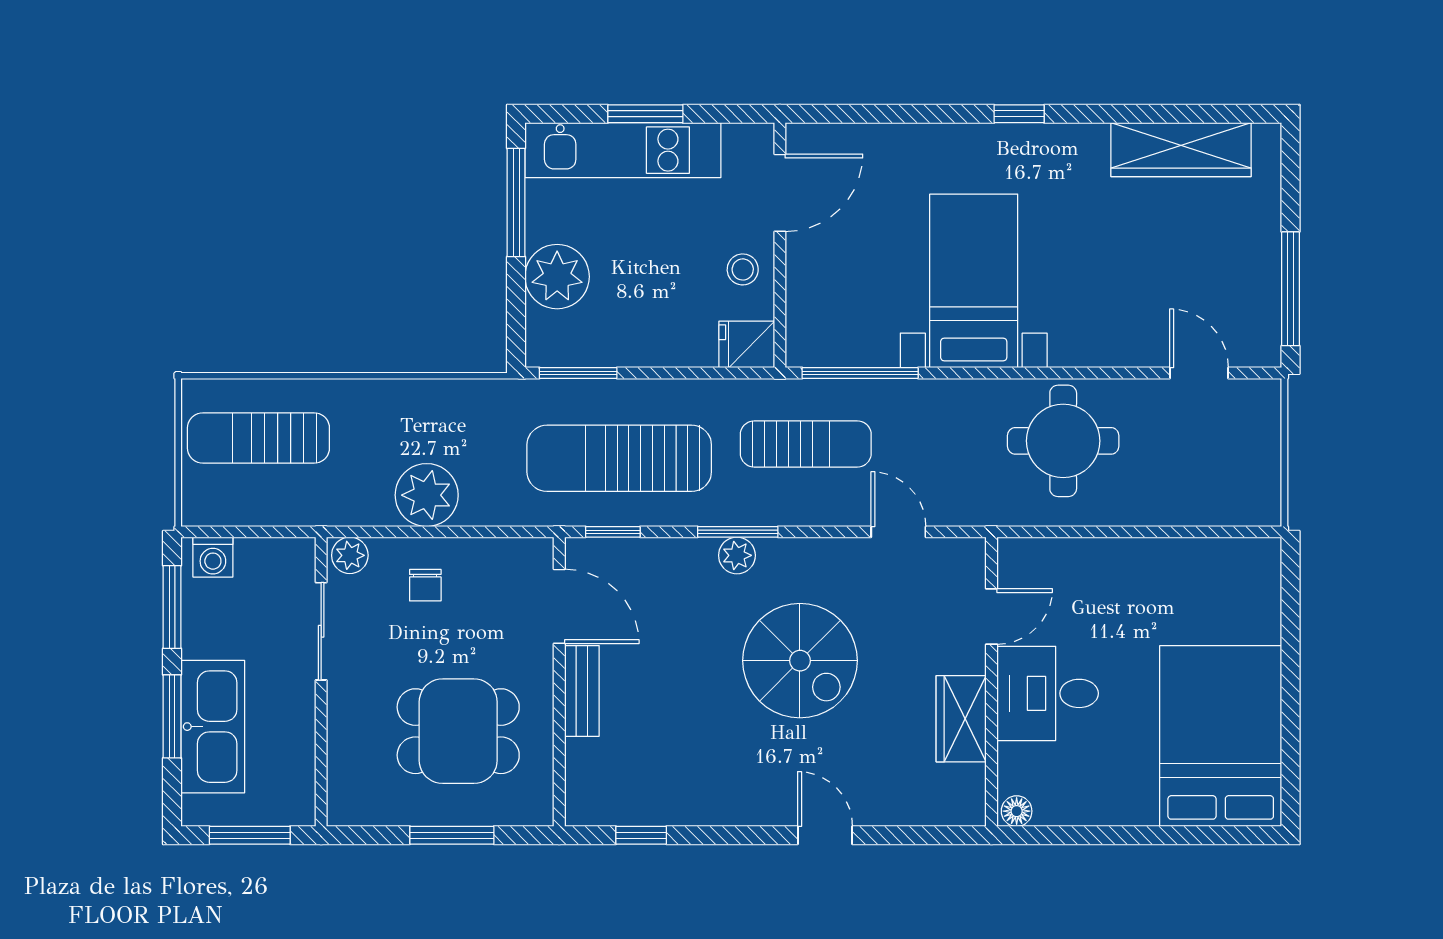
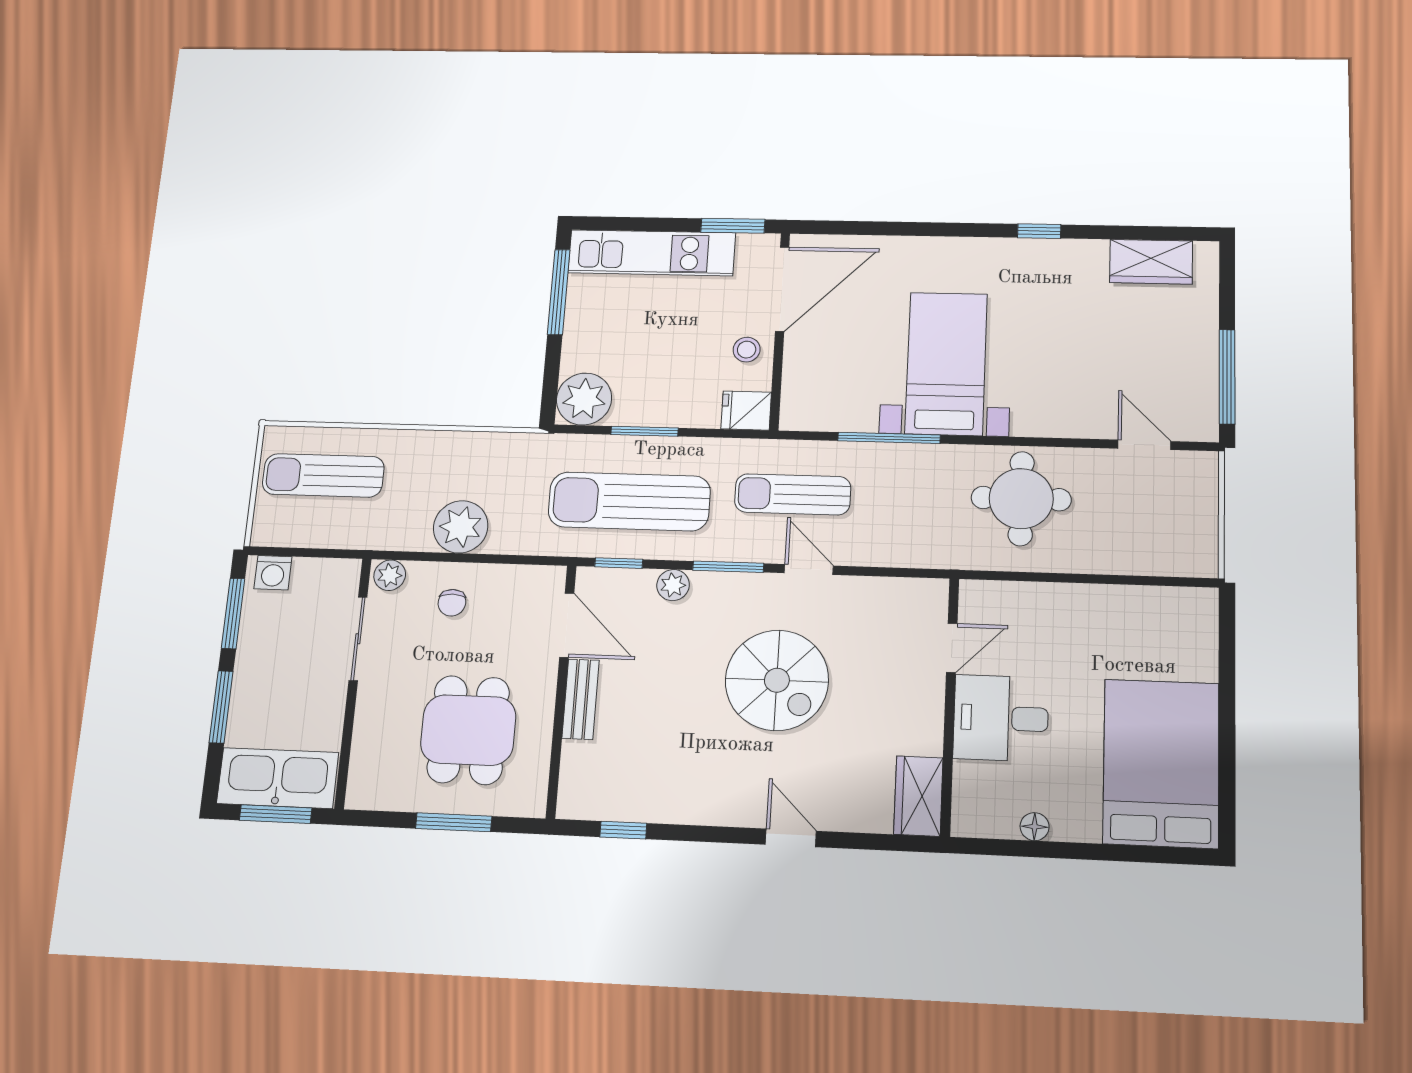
window: (645, 114) -> (733, 226), moved
window: (1019, 114) -> (1039, 231), moved
wardrobe: (1181, 150) -> (1151, 262), width x0.67
door: (780, 193) -> (782, 289), width x1.36
plant: (557, 277) -> (584, 399), moved
window: (578, 373) -> (645, 431), moved
window: (860, 373) -> (889, 438), moved
sun lounger: (806, 444) -> (793, 494), turned 180
door: (898, 532) -> (809, 569), moved
plant: (737, 555) -> (673, 585), moved
wardrobe: (961, 719) -> (918, 796), moved
kitchen sink: (213, 727) -> (278, 778), moved, turned -90
dining table: (458, 731) -> (468, 730), turned 90
floor lamp: (1017, 811) -> (1035, 827), moved

